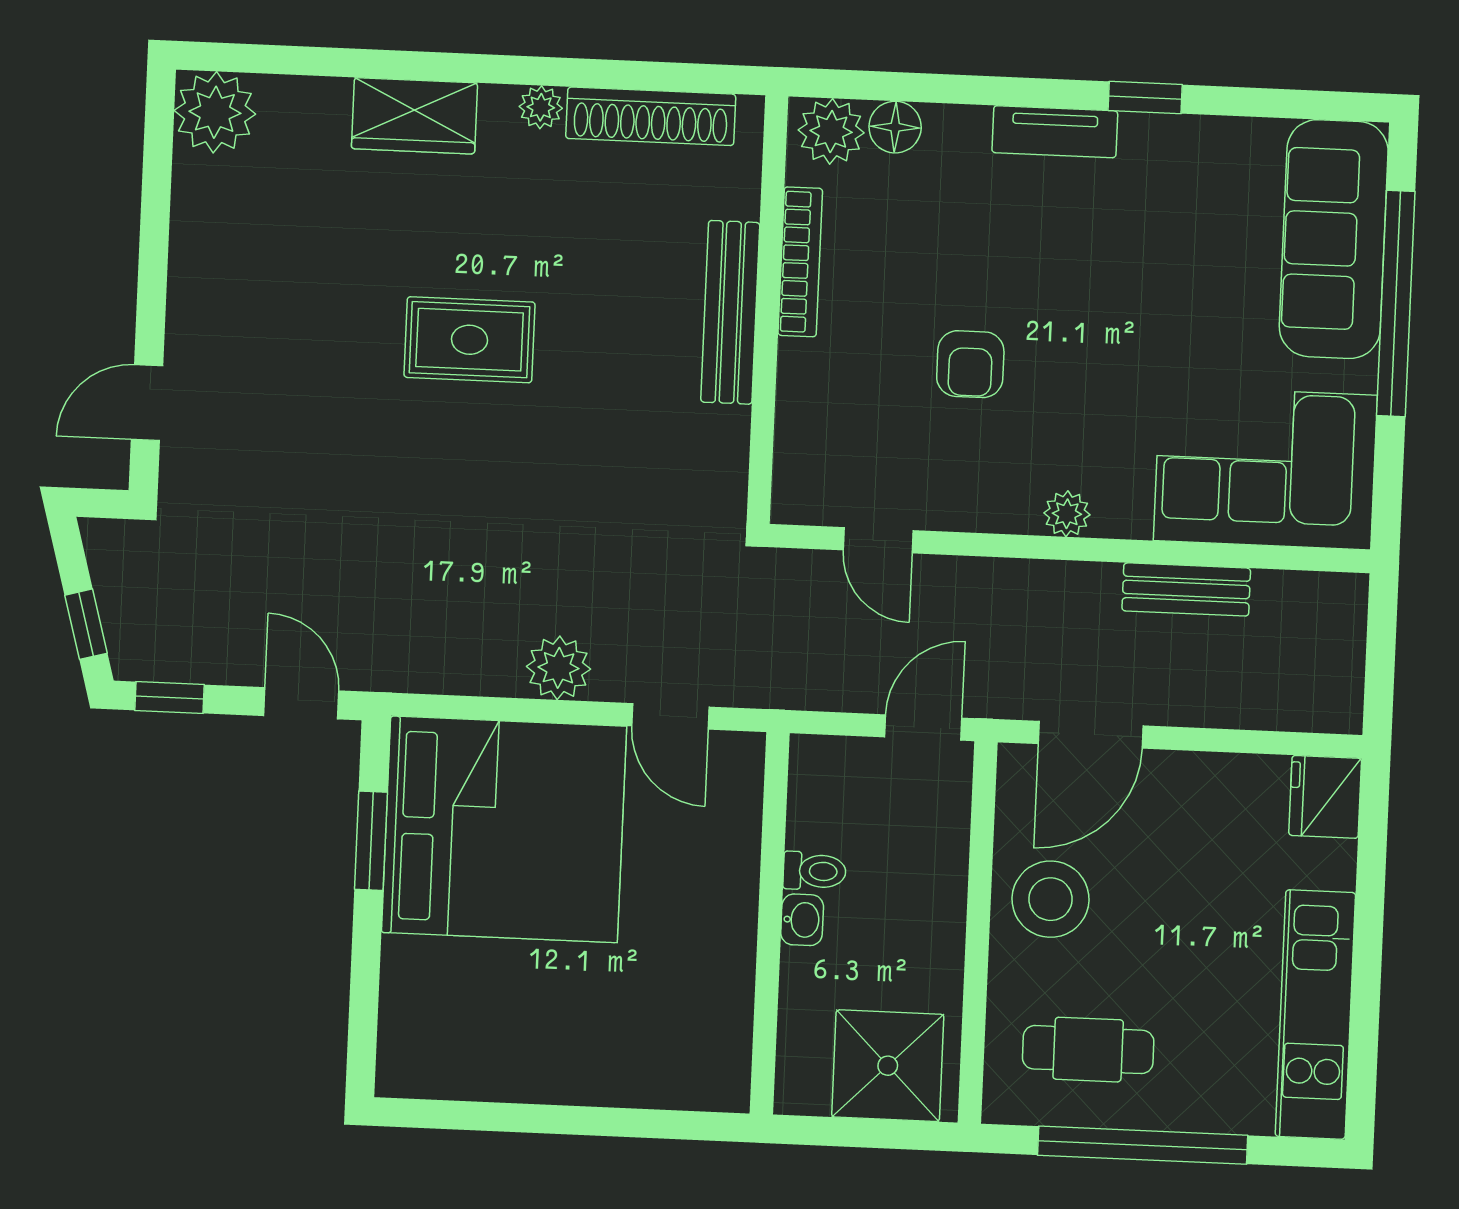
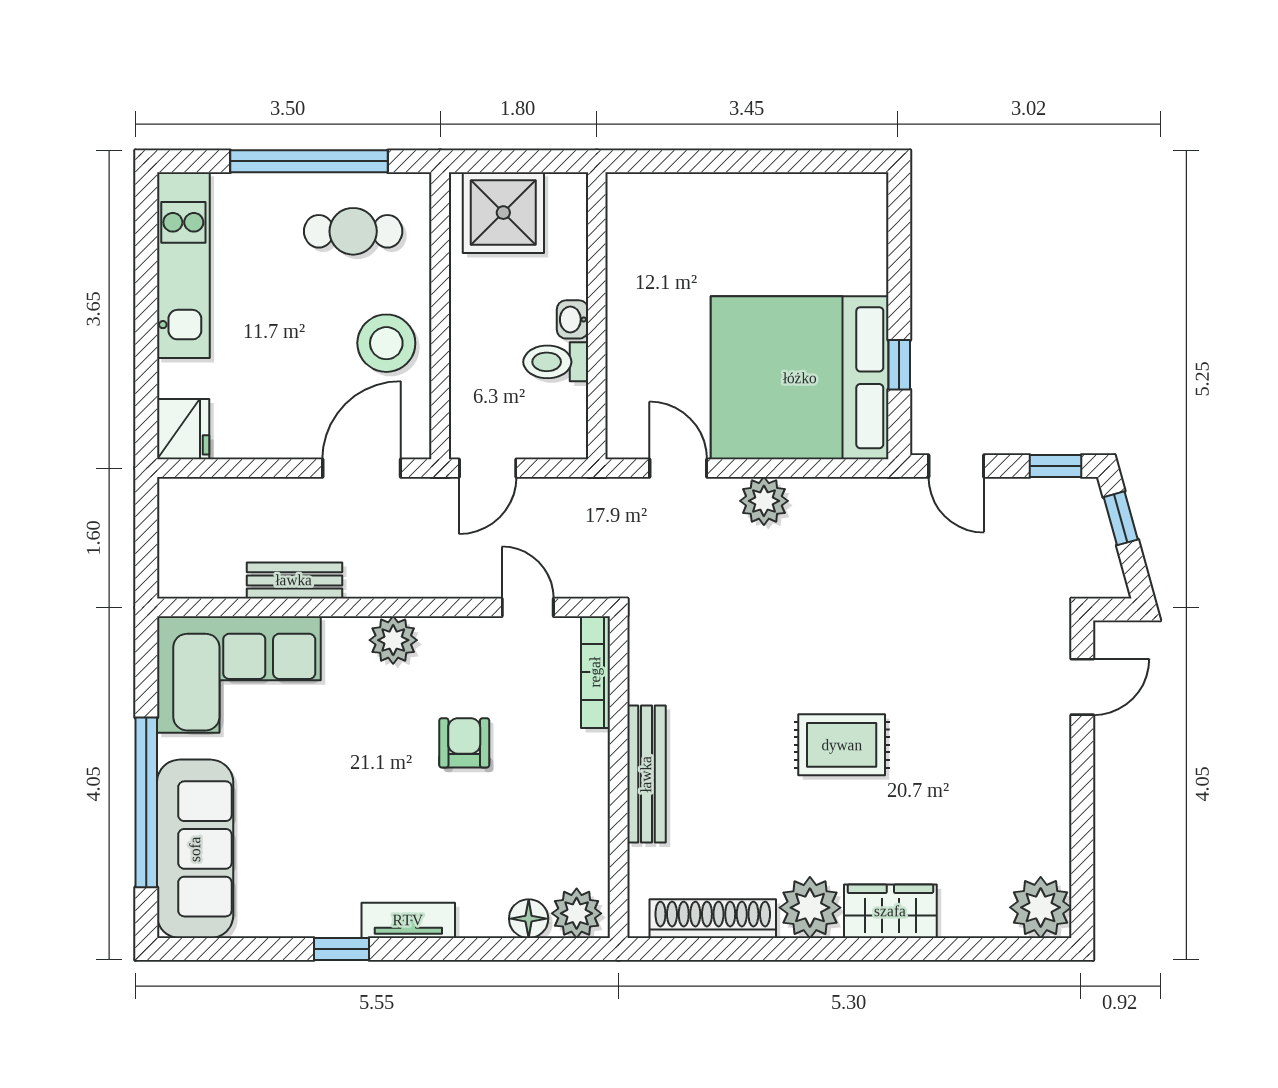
plant: (541, 107) -> (810, 908), width x1.88, depth x1.88
bookcase: (800, 262) -> (595, 672), moved
plant: (1067, 514) -> (393, 640), width x1.38, depth x1.38
window: (371, 841) -> (899, 365), width x0.67
toilet: (815, 871) -> (556, 362), width x1.37, depth x1.39

